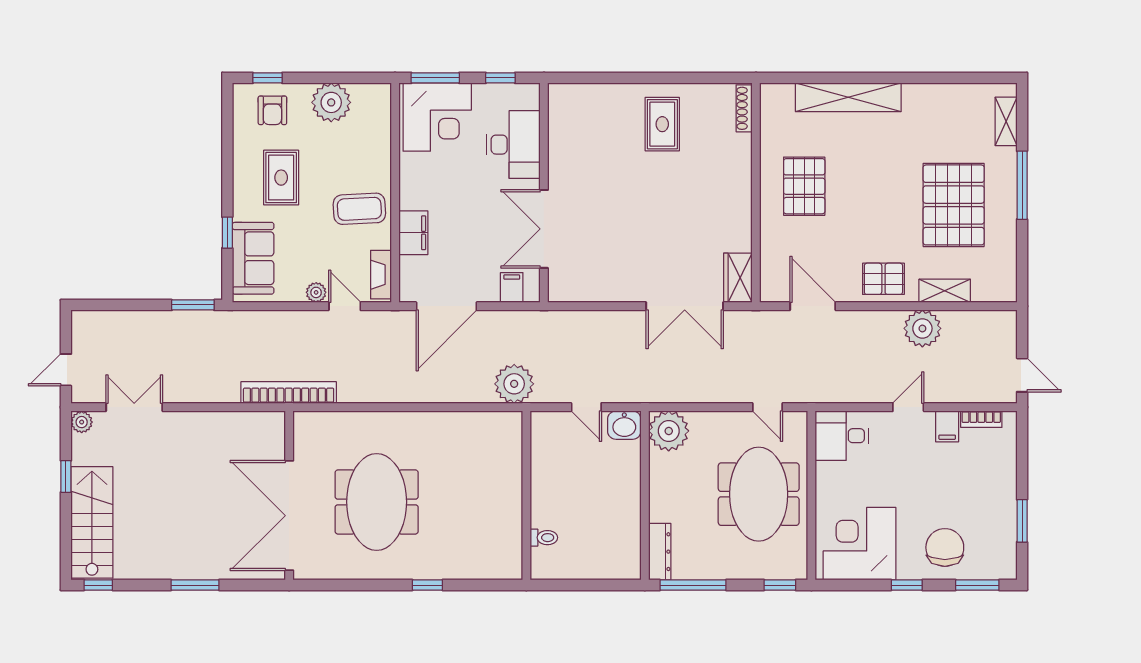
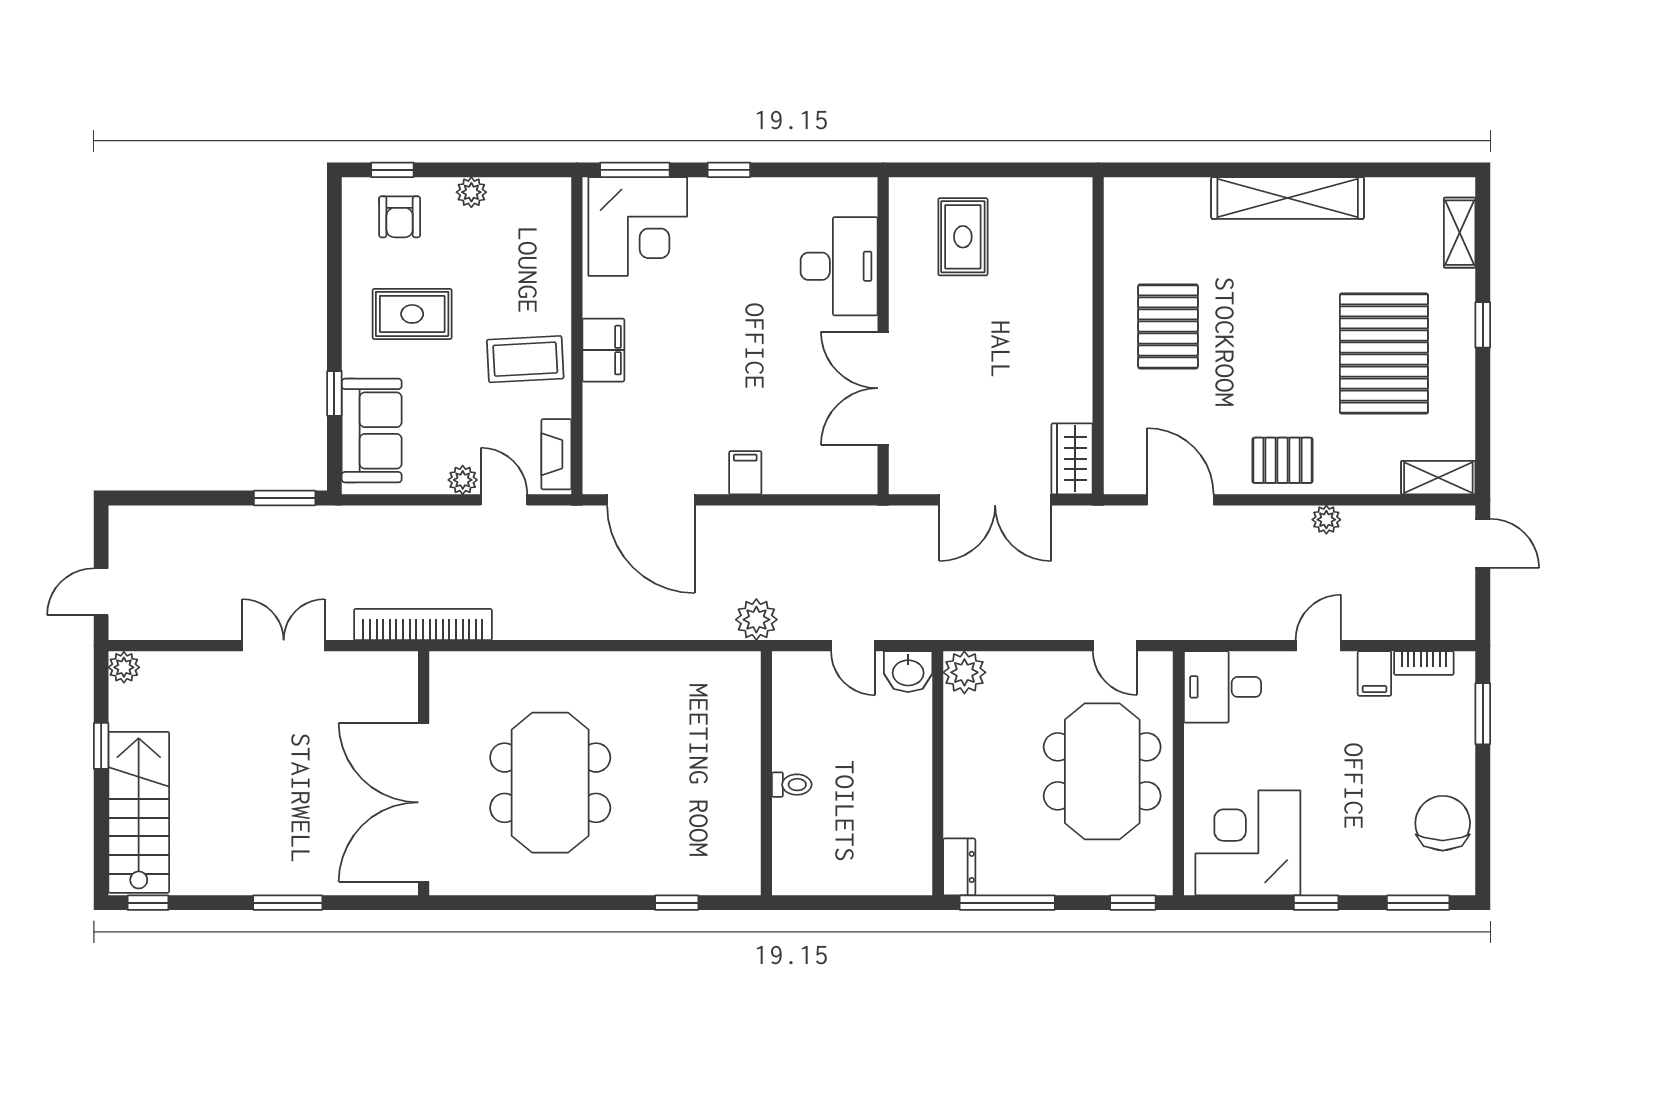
shelving: (848, 97) -> (1288, 198), moved
plant: (331, 102) -> (471, 192), width x0.53, depth x0.53
shoe rack: (744, 108) -> (1081, 214), removed
desk: (513, 145) -> (839, 266), moved
rug: (281, 178) -> (412, 314), turned 90
window: (1022, 185) -> (1483, 325), width x0.46
wall: (544, 193) -> (883, 336), moved
double door: (544, 229) -> (883, 388), moved
filing cabinet: (413, 233) -> (603, 350), moved
shelving: (945, 291) -> (1438, 478), moved
door: (446, 306) -> (651, 500), hinge flipped
plant: (922, 328) -> (1326, 520), width x0.53, depth x0.53
door: (1022, 375) -> (1483, 543), moved
plant: (514, 384) -> (756, 620), width x0.73, depth x0.73
double door: (134, 407) -> (284, 646), moved
plant: (669, 431) -> (964, 672), width x0.73, depth x0.73
window: (1022, 521) -> (1483, 714), moved
toilet: (544, 538) -> (792, 785), moved
chair: (945, 547) -> (1443, 823), moved
dresser: (660, 552) -> (959, 867), width x0.70
window: (427, 585) -> (677, 903), moved

